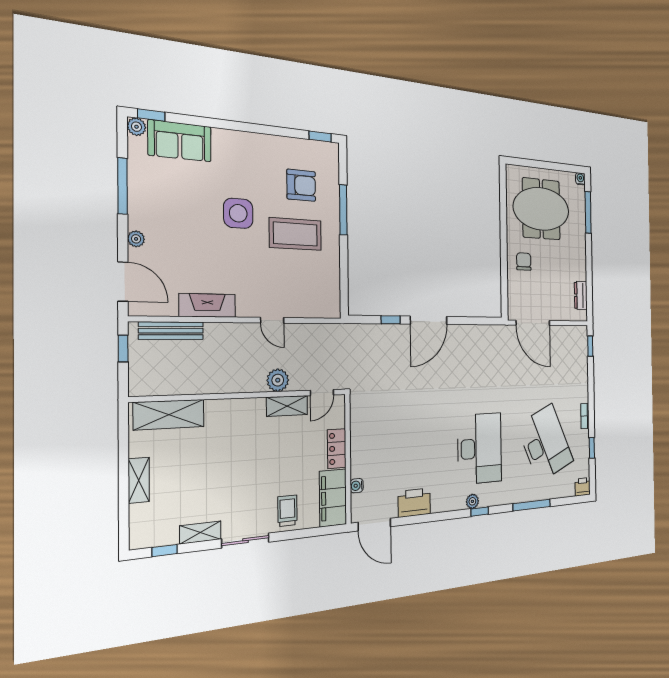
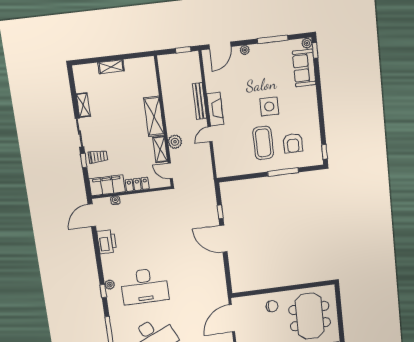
fireplace: (207, 305) -> (215, 109), moved
bench: (171, 331) -> (199, 101), moved
shelving: (169, 415) -> (154, 116), moved
window: (165, 551) -> (84, 161), moved

